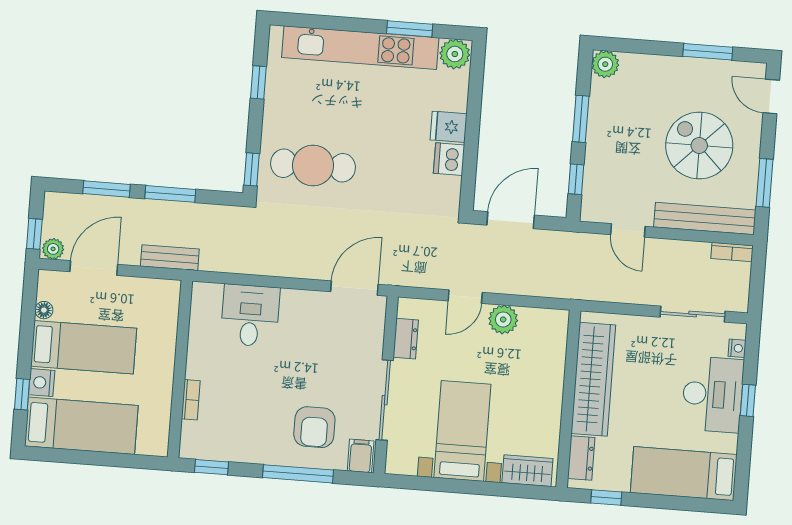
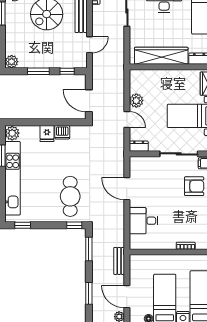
window: (258, 82) -> (23, 225), moved
window: (170, 194) -> (89, 249), moved
door: (354, 288) -> (127, 189), moved
dresser: (406, 339) -> (139, 146), moved

